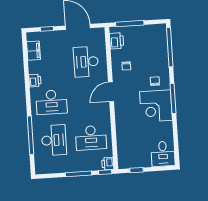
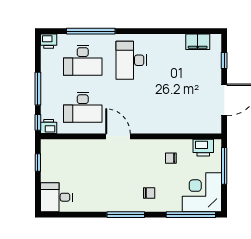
desk: (86, 62) -> (179, 107), removed
printer: (35, 80) -> (49, 41), moved
door: (111, 92) -> (118, 136), moved
corner desk: (156, 106) -> (202, 192), moved
desk: (91, 138) -> (83, 107), turned -90

